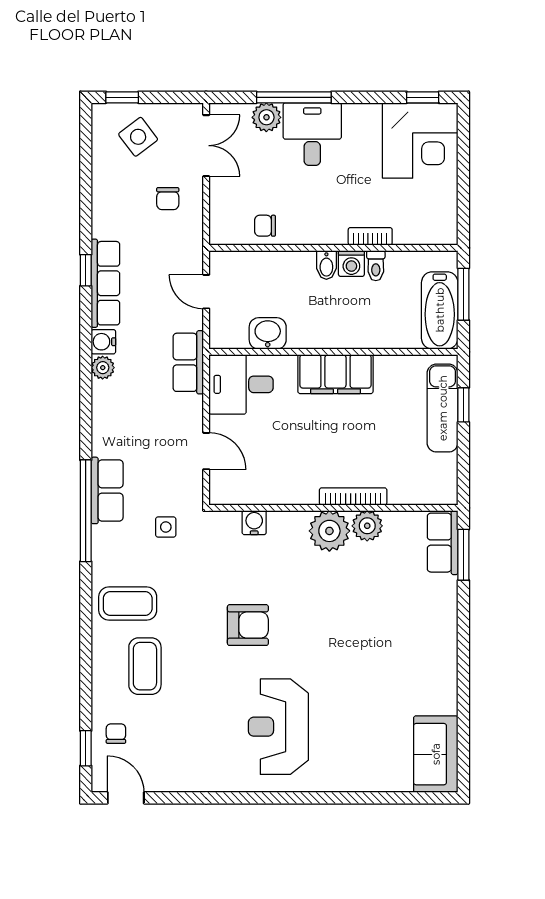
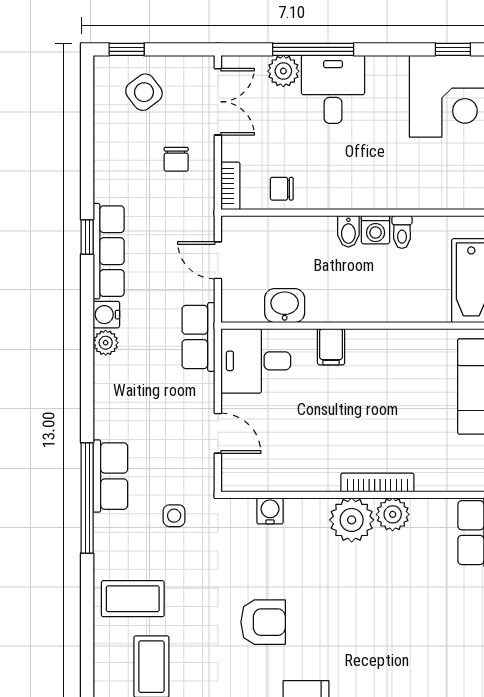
bookcase: (370, 236) -> (230, 186), moved, turned 90
filing cabinet: (335, 374) -> (331, 347), width x0.33, depth x0.86

